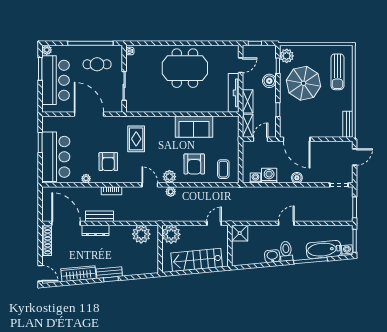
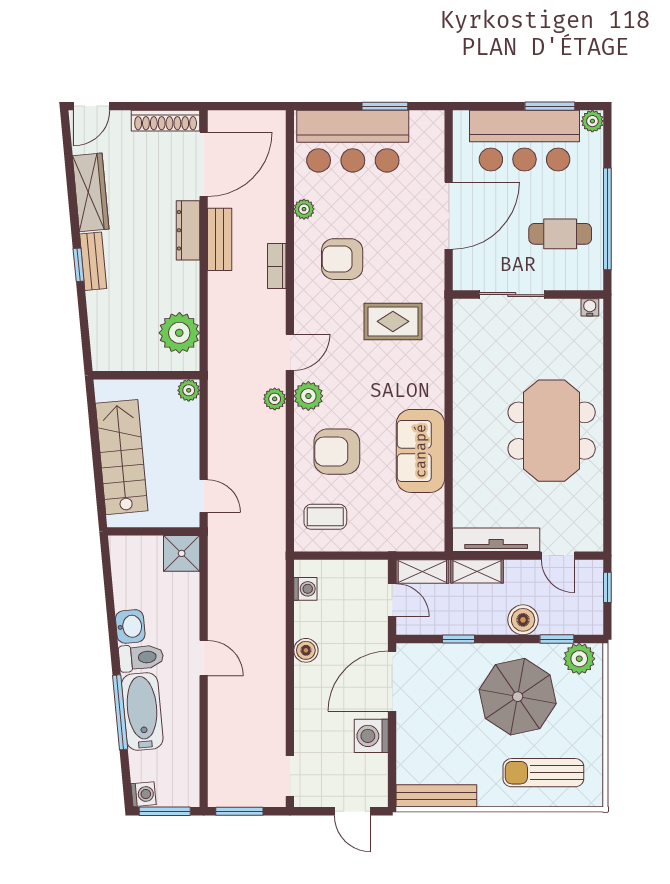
cafe table: (97, 64) -> (560, 234), turned 90
bench: (348, 124) -> (436, 796), width x1.36
washing machine: (269, 176) -> (371, 736), moved, turned 180
boiler: (297, 178) -> (306, 650), moved
plant: (171, 234) -> (189, 390), width x0.53, depth x0.53
bathtub: (324, 249) -> (142, 712), moved

